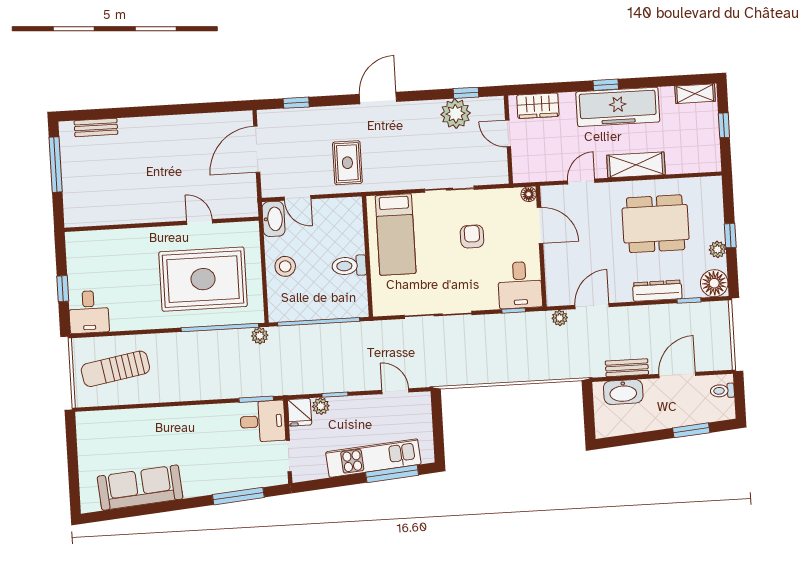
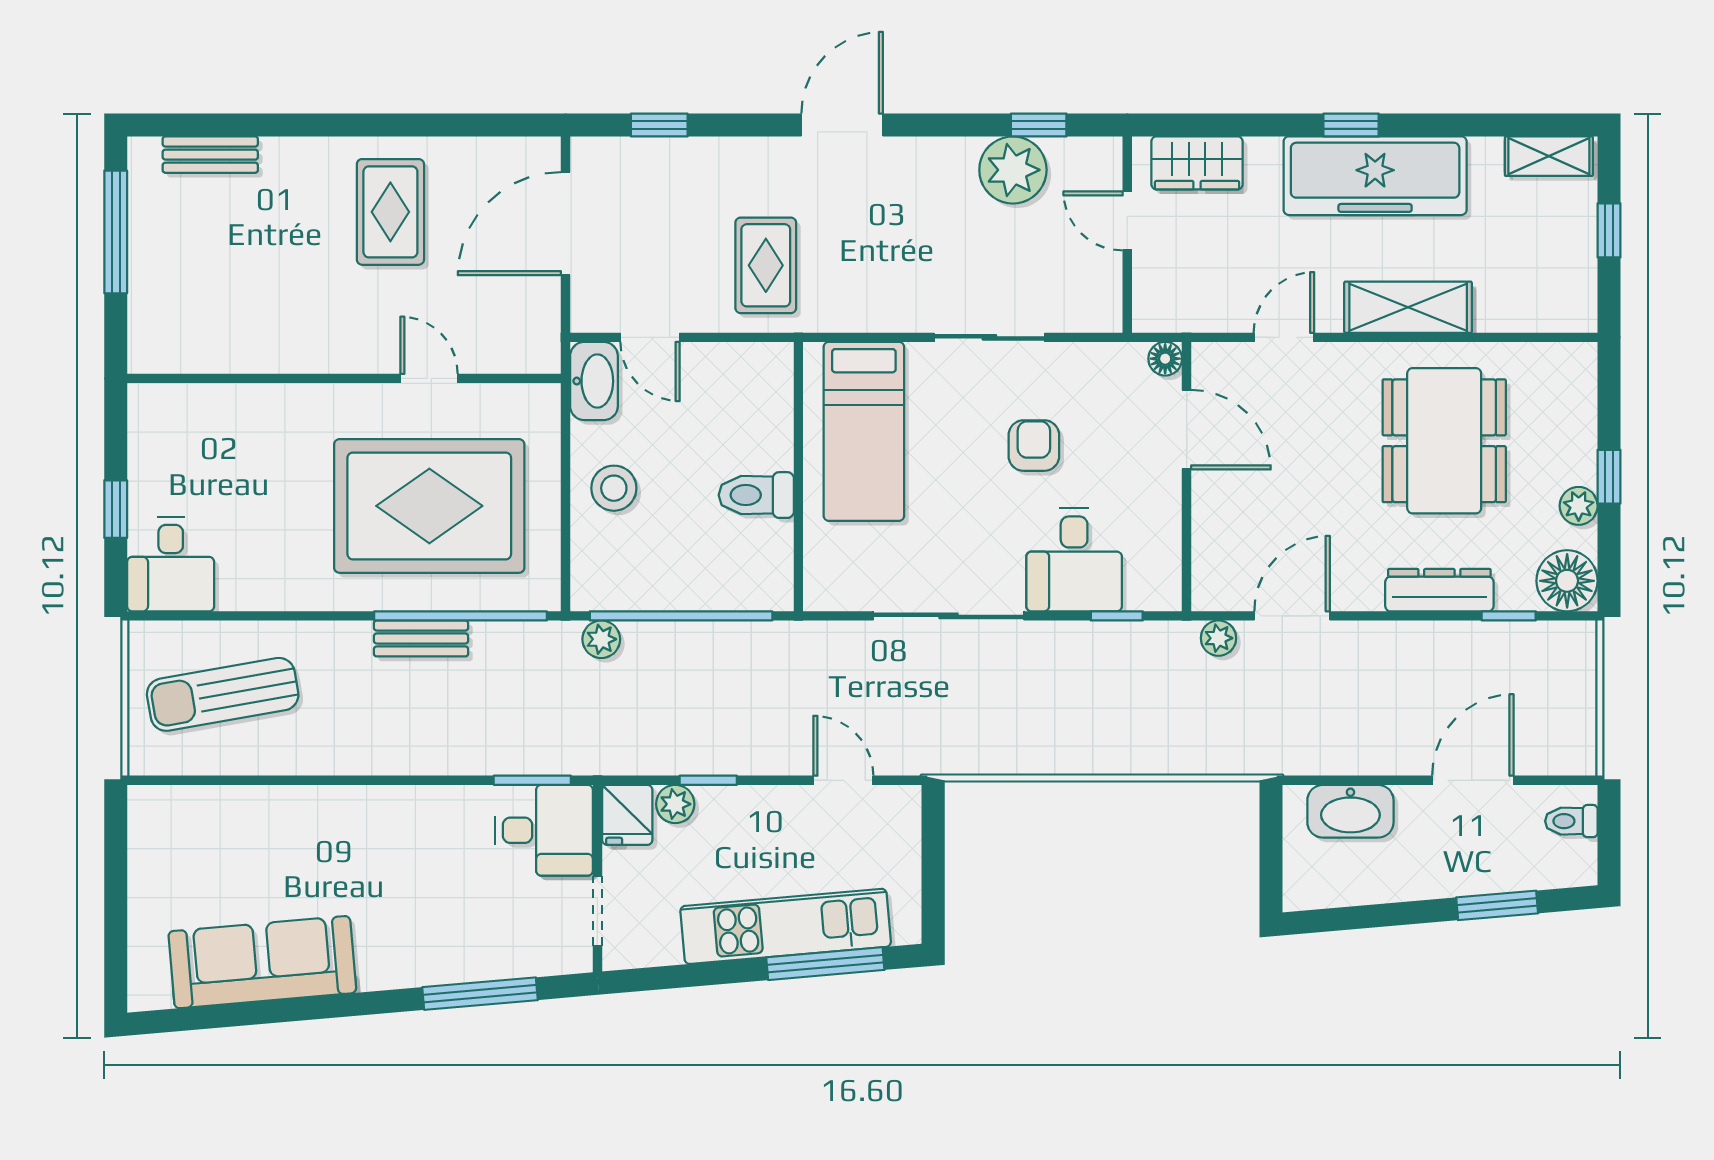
rug: (178, 148) -> (390, 212), added
dining table: (656, 224) -> (1444, 441), turned 90
desk: (520, 285) -> (1074, 560), moved
plant: (260, 336) -> (601, 639), moved
bench: (627, 368) -> (421, 638), moved

